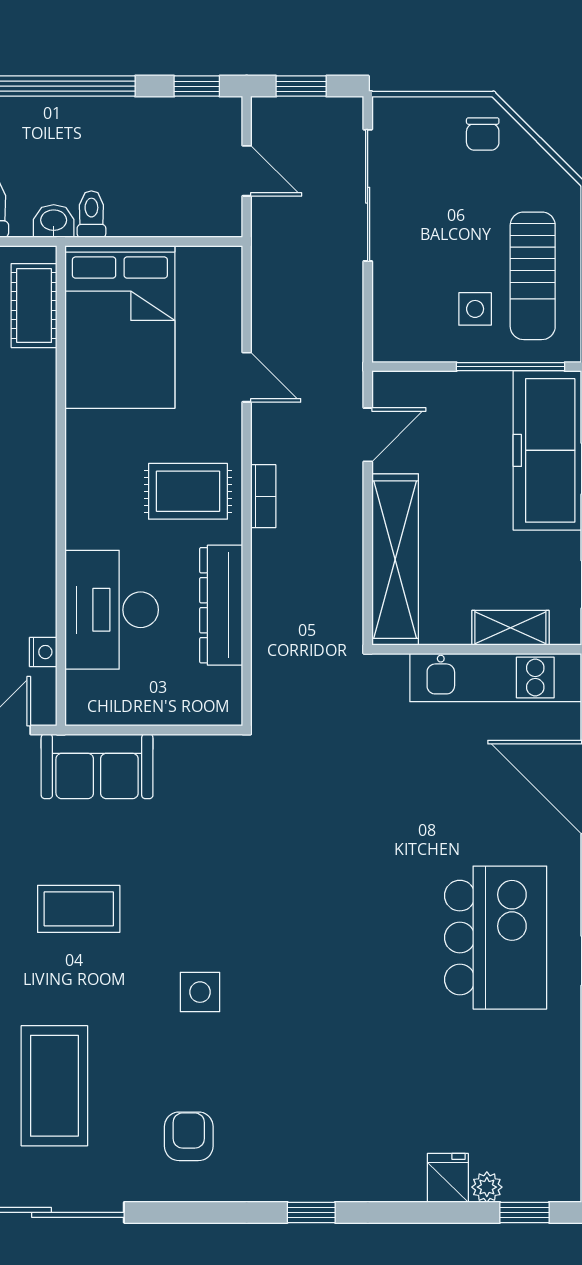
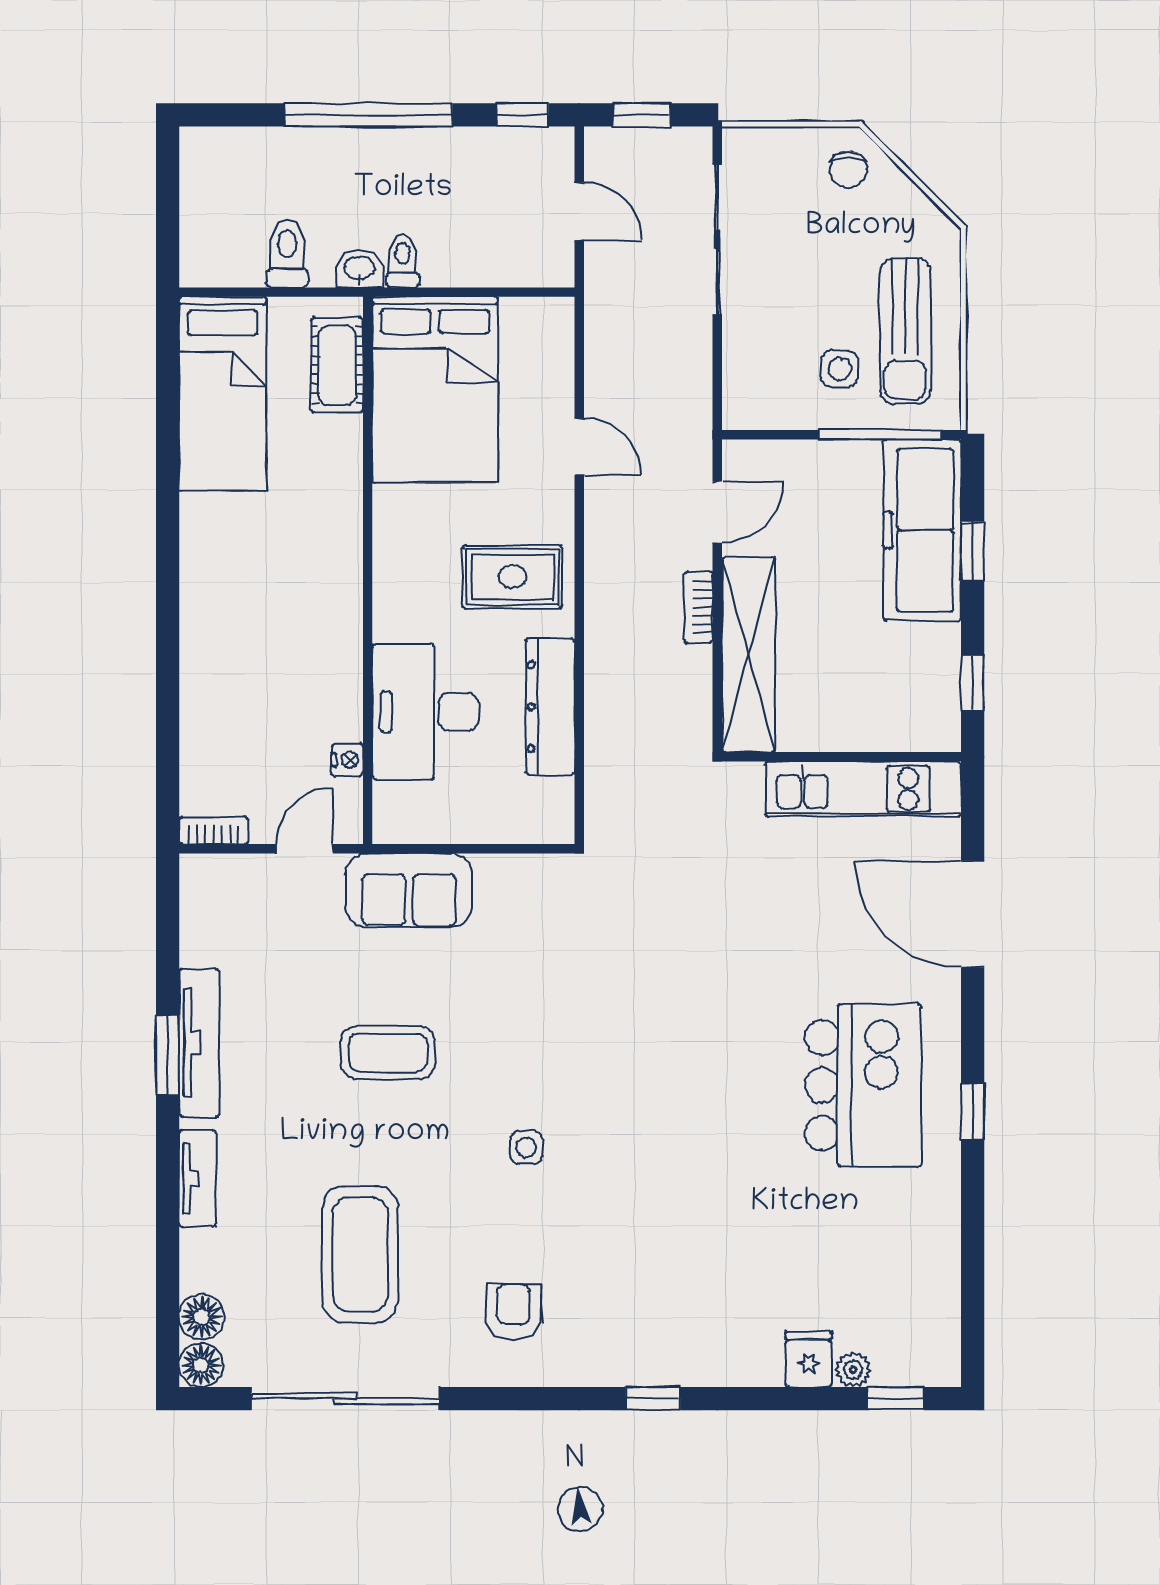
bookcase: (263, 496) -> (698, 607), moved, turned 180
shelving: (510, 628) -> (880, 732), removed
side table: (200, 992) -> (526, 1147), width x0.73, depth x0.73

